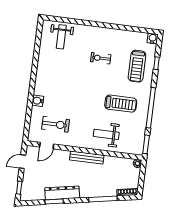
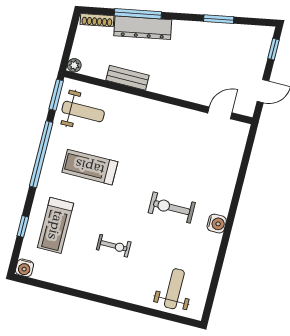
treadmill: (137, 66) -> (56, 225), turned 180
water cooler: (38, 101) -> (217, 224), moved
exercise bike: (56, 124) -> (172, 208), moved
weight bench: (106, 134) -> (83, 112), moved
bench: (87, 158) -> (127, 78), moved, width x0.73
dresser: (62, 193) -> (143, 28), moved

